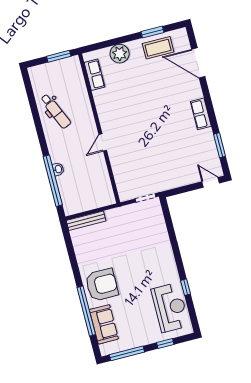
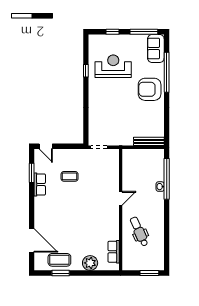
window: (59, 56) -> (149, 273), moved
dental chair: (56, 111) -> (139, 232), moved
row of seats: (201, 114) -> (40, 185), moved
coffee table: (172, 153) -> (70, 176), added
reception desk: (170, 308) -> (113, 66), moved, turned 90
sofa: (104, 324) -> (156, 48), moved

